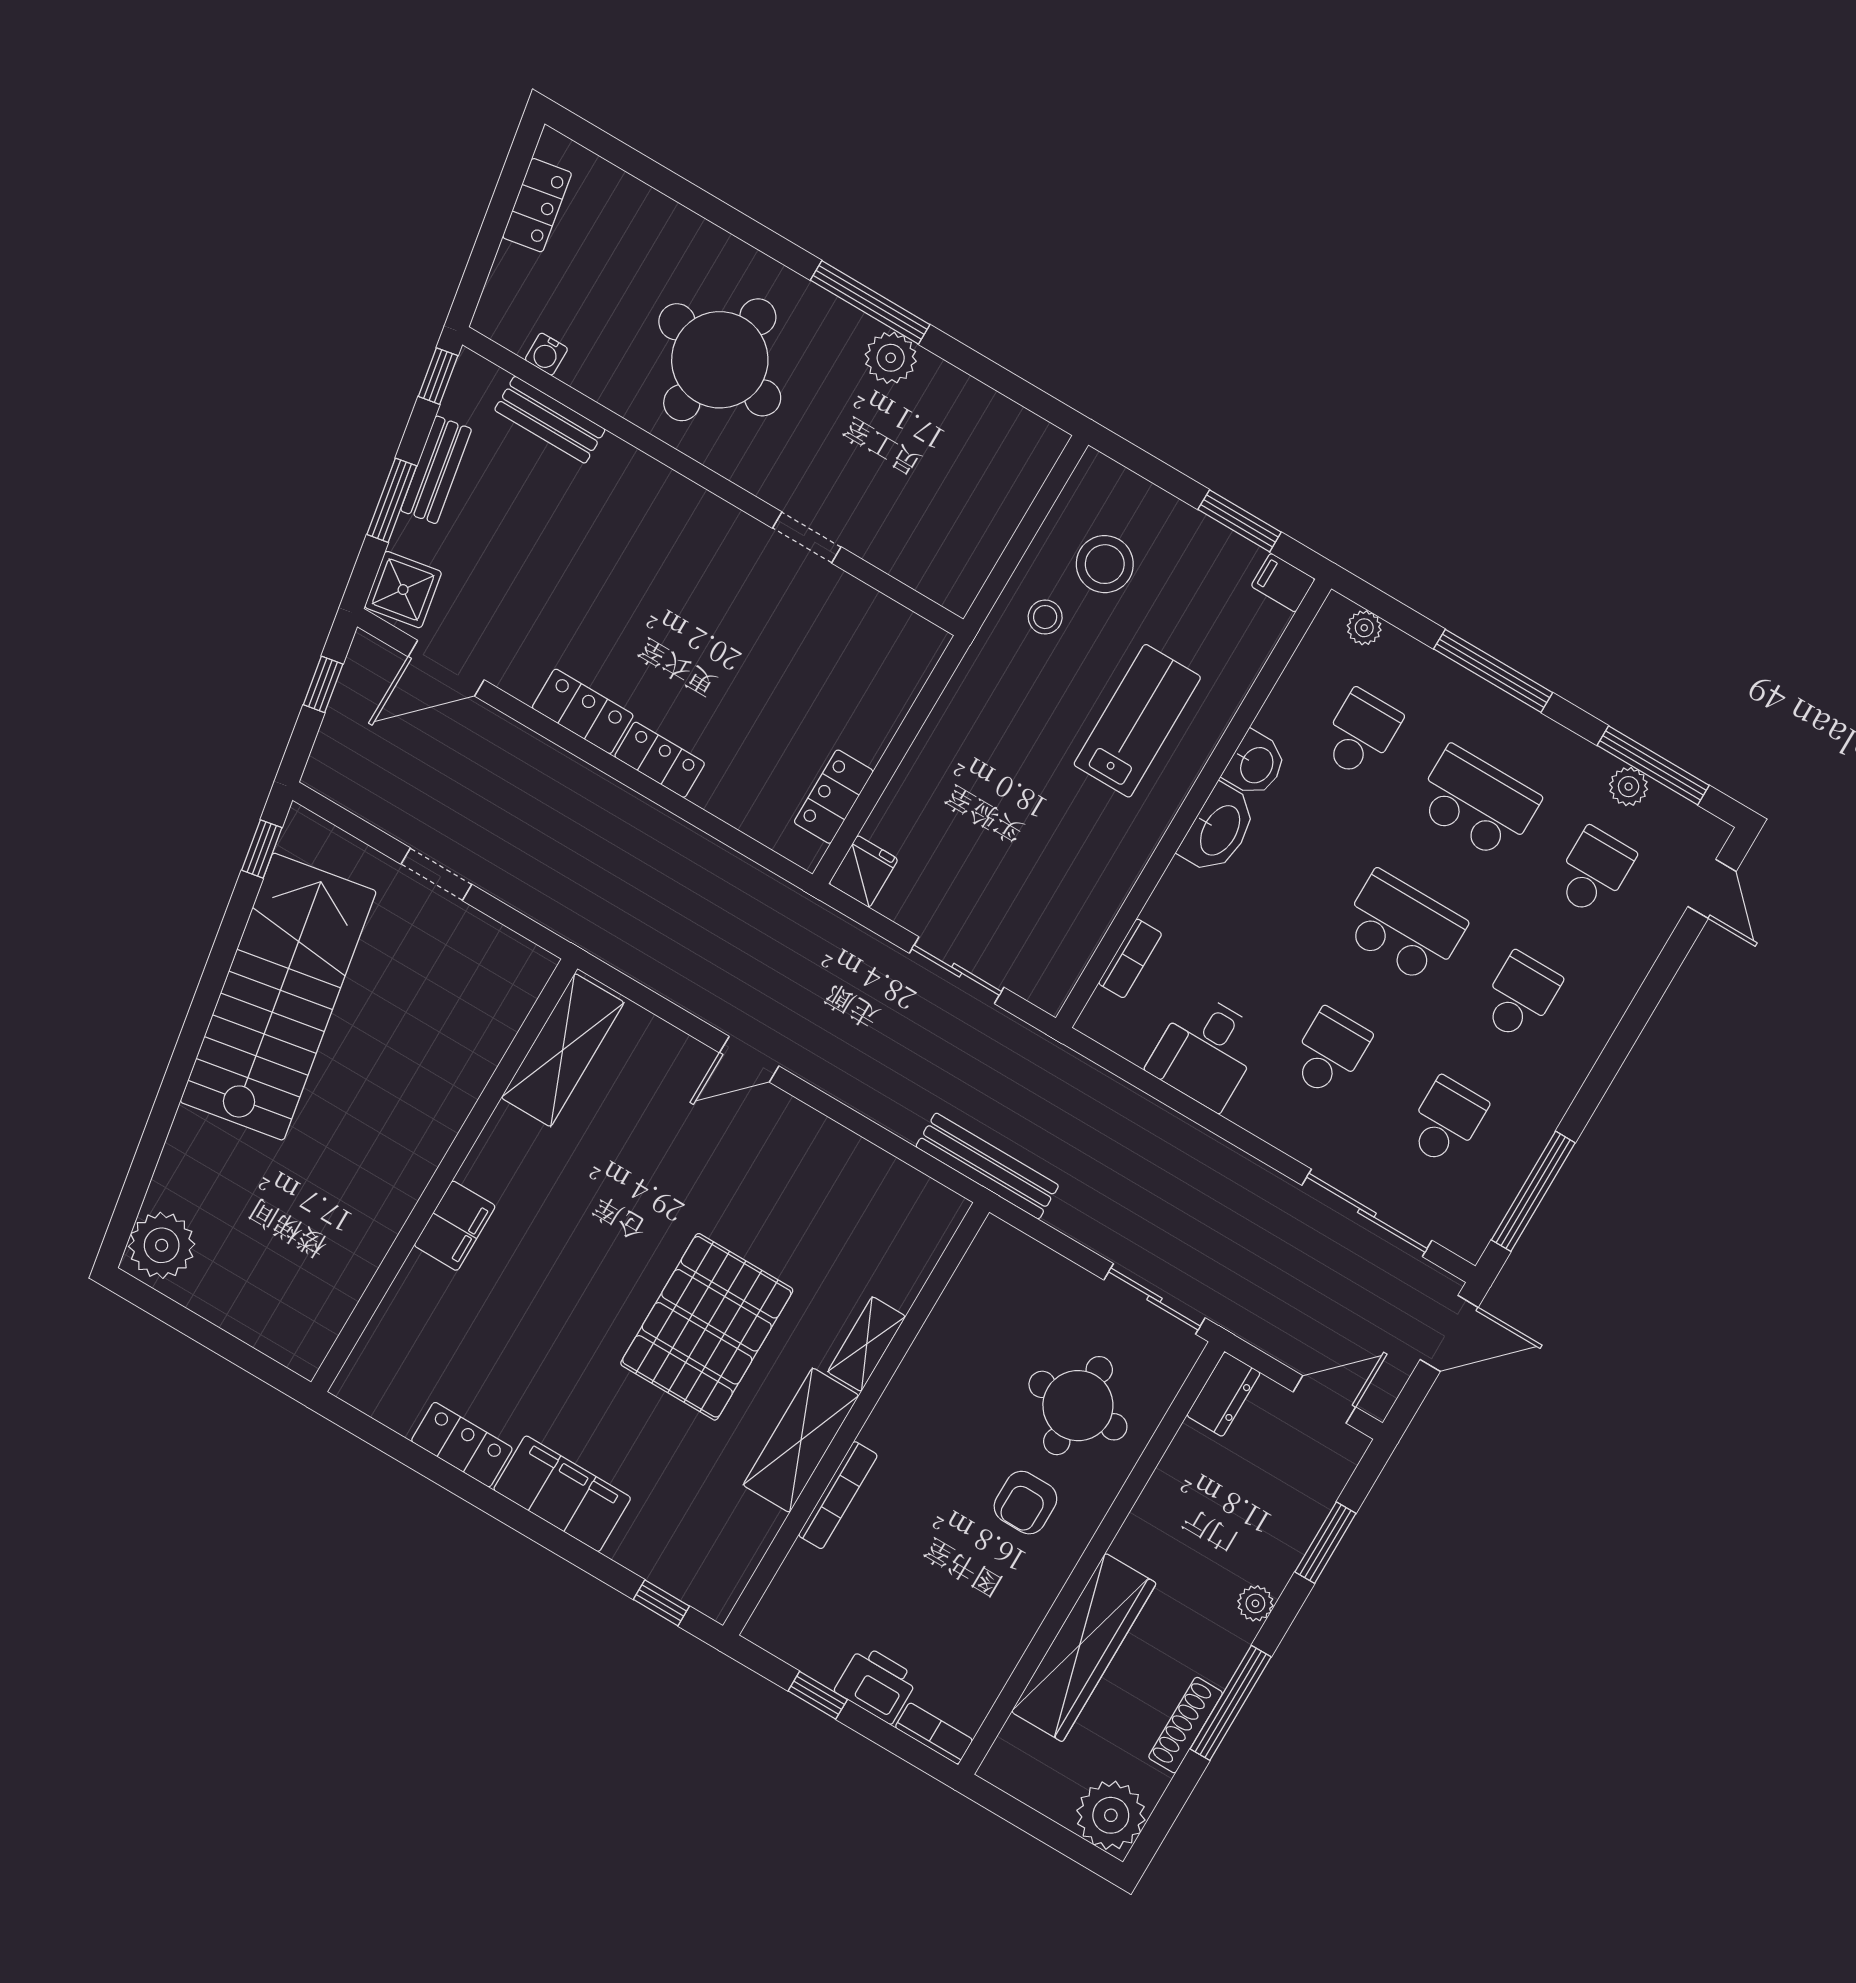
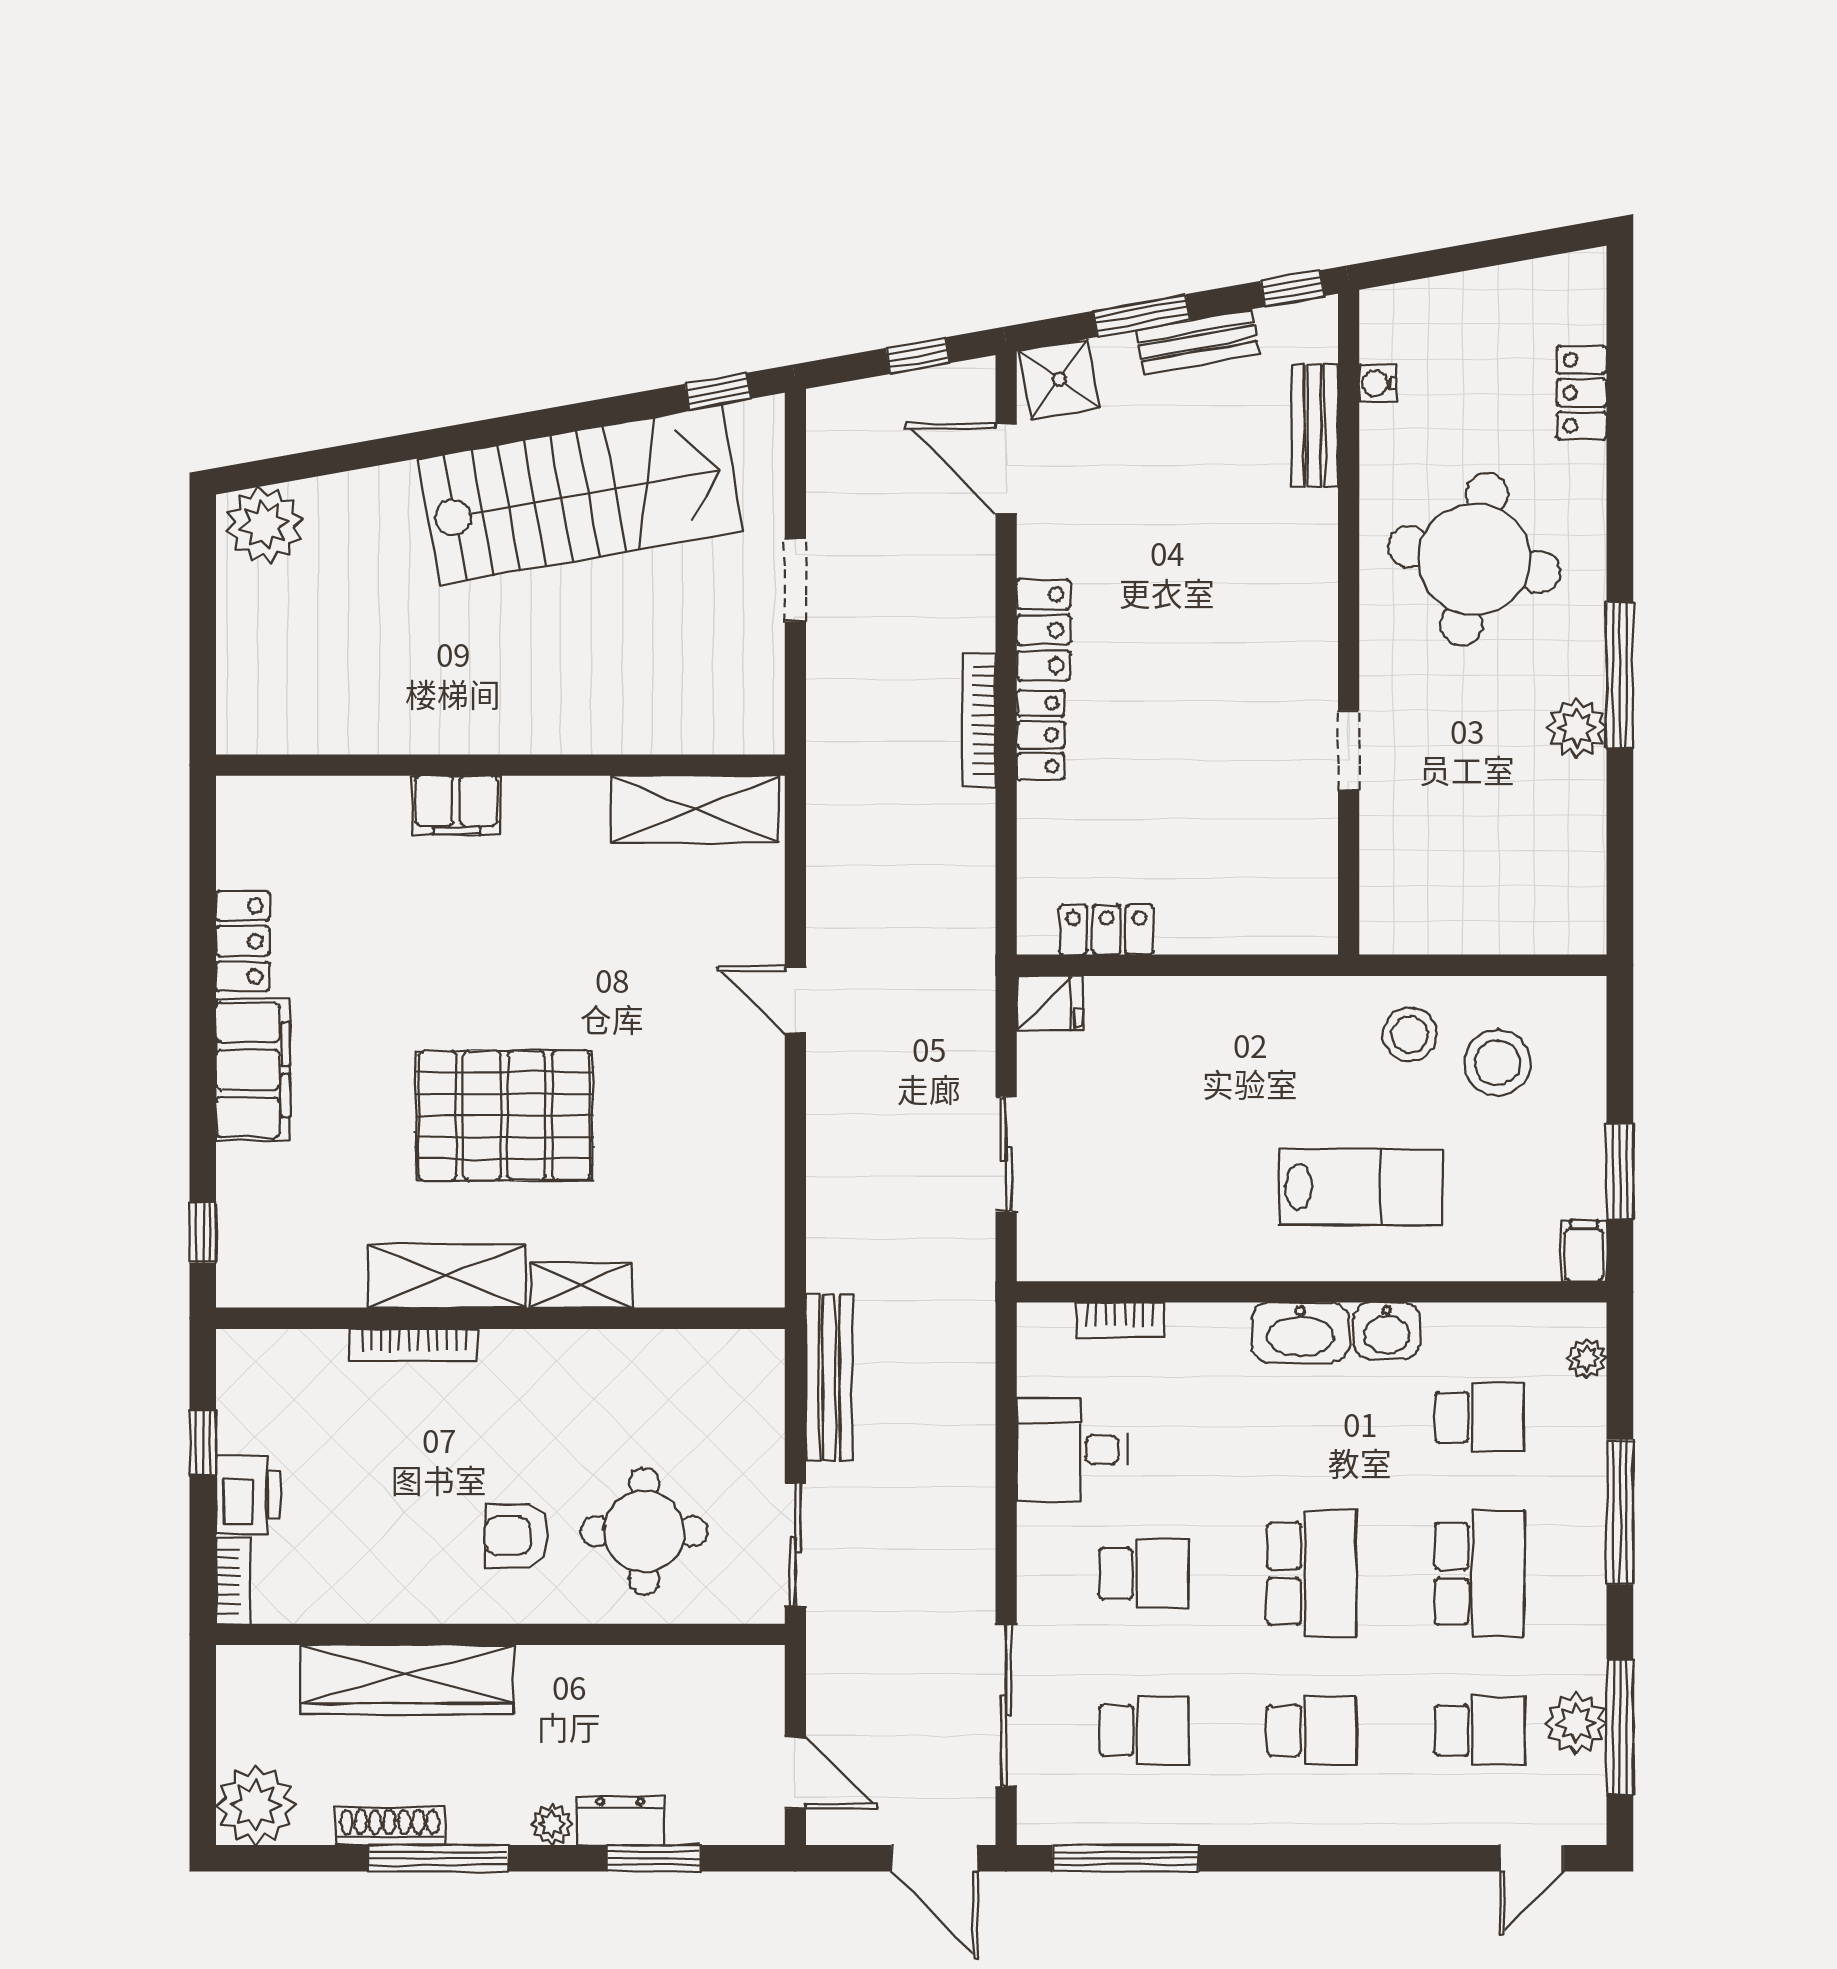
locker: (537, 205) -> (1582, 393), moved, turned 100
stool: (1045, 617) -> (1410, 1034), width x1.37, depth x1.37
plant: (1629, 787) -> (1576, 1723), width x1.38, depth x1.38
bookcase: (621, 800) -> (979, 720), added
bench: (987, 1166) -> (829, 1377), moved
dresser: (1223, 1394) -> (620, 1821), moved, turned 180

